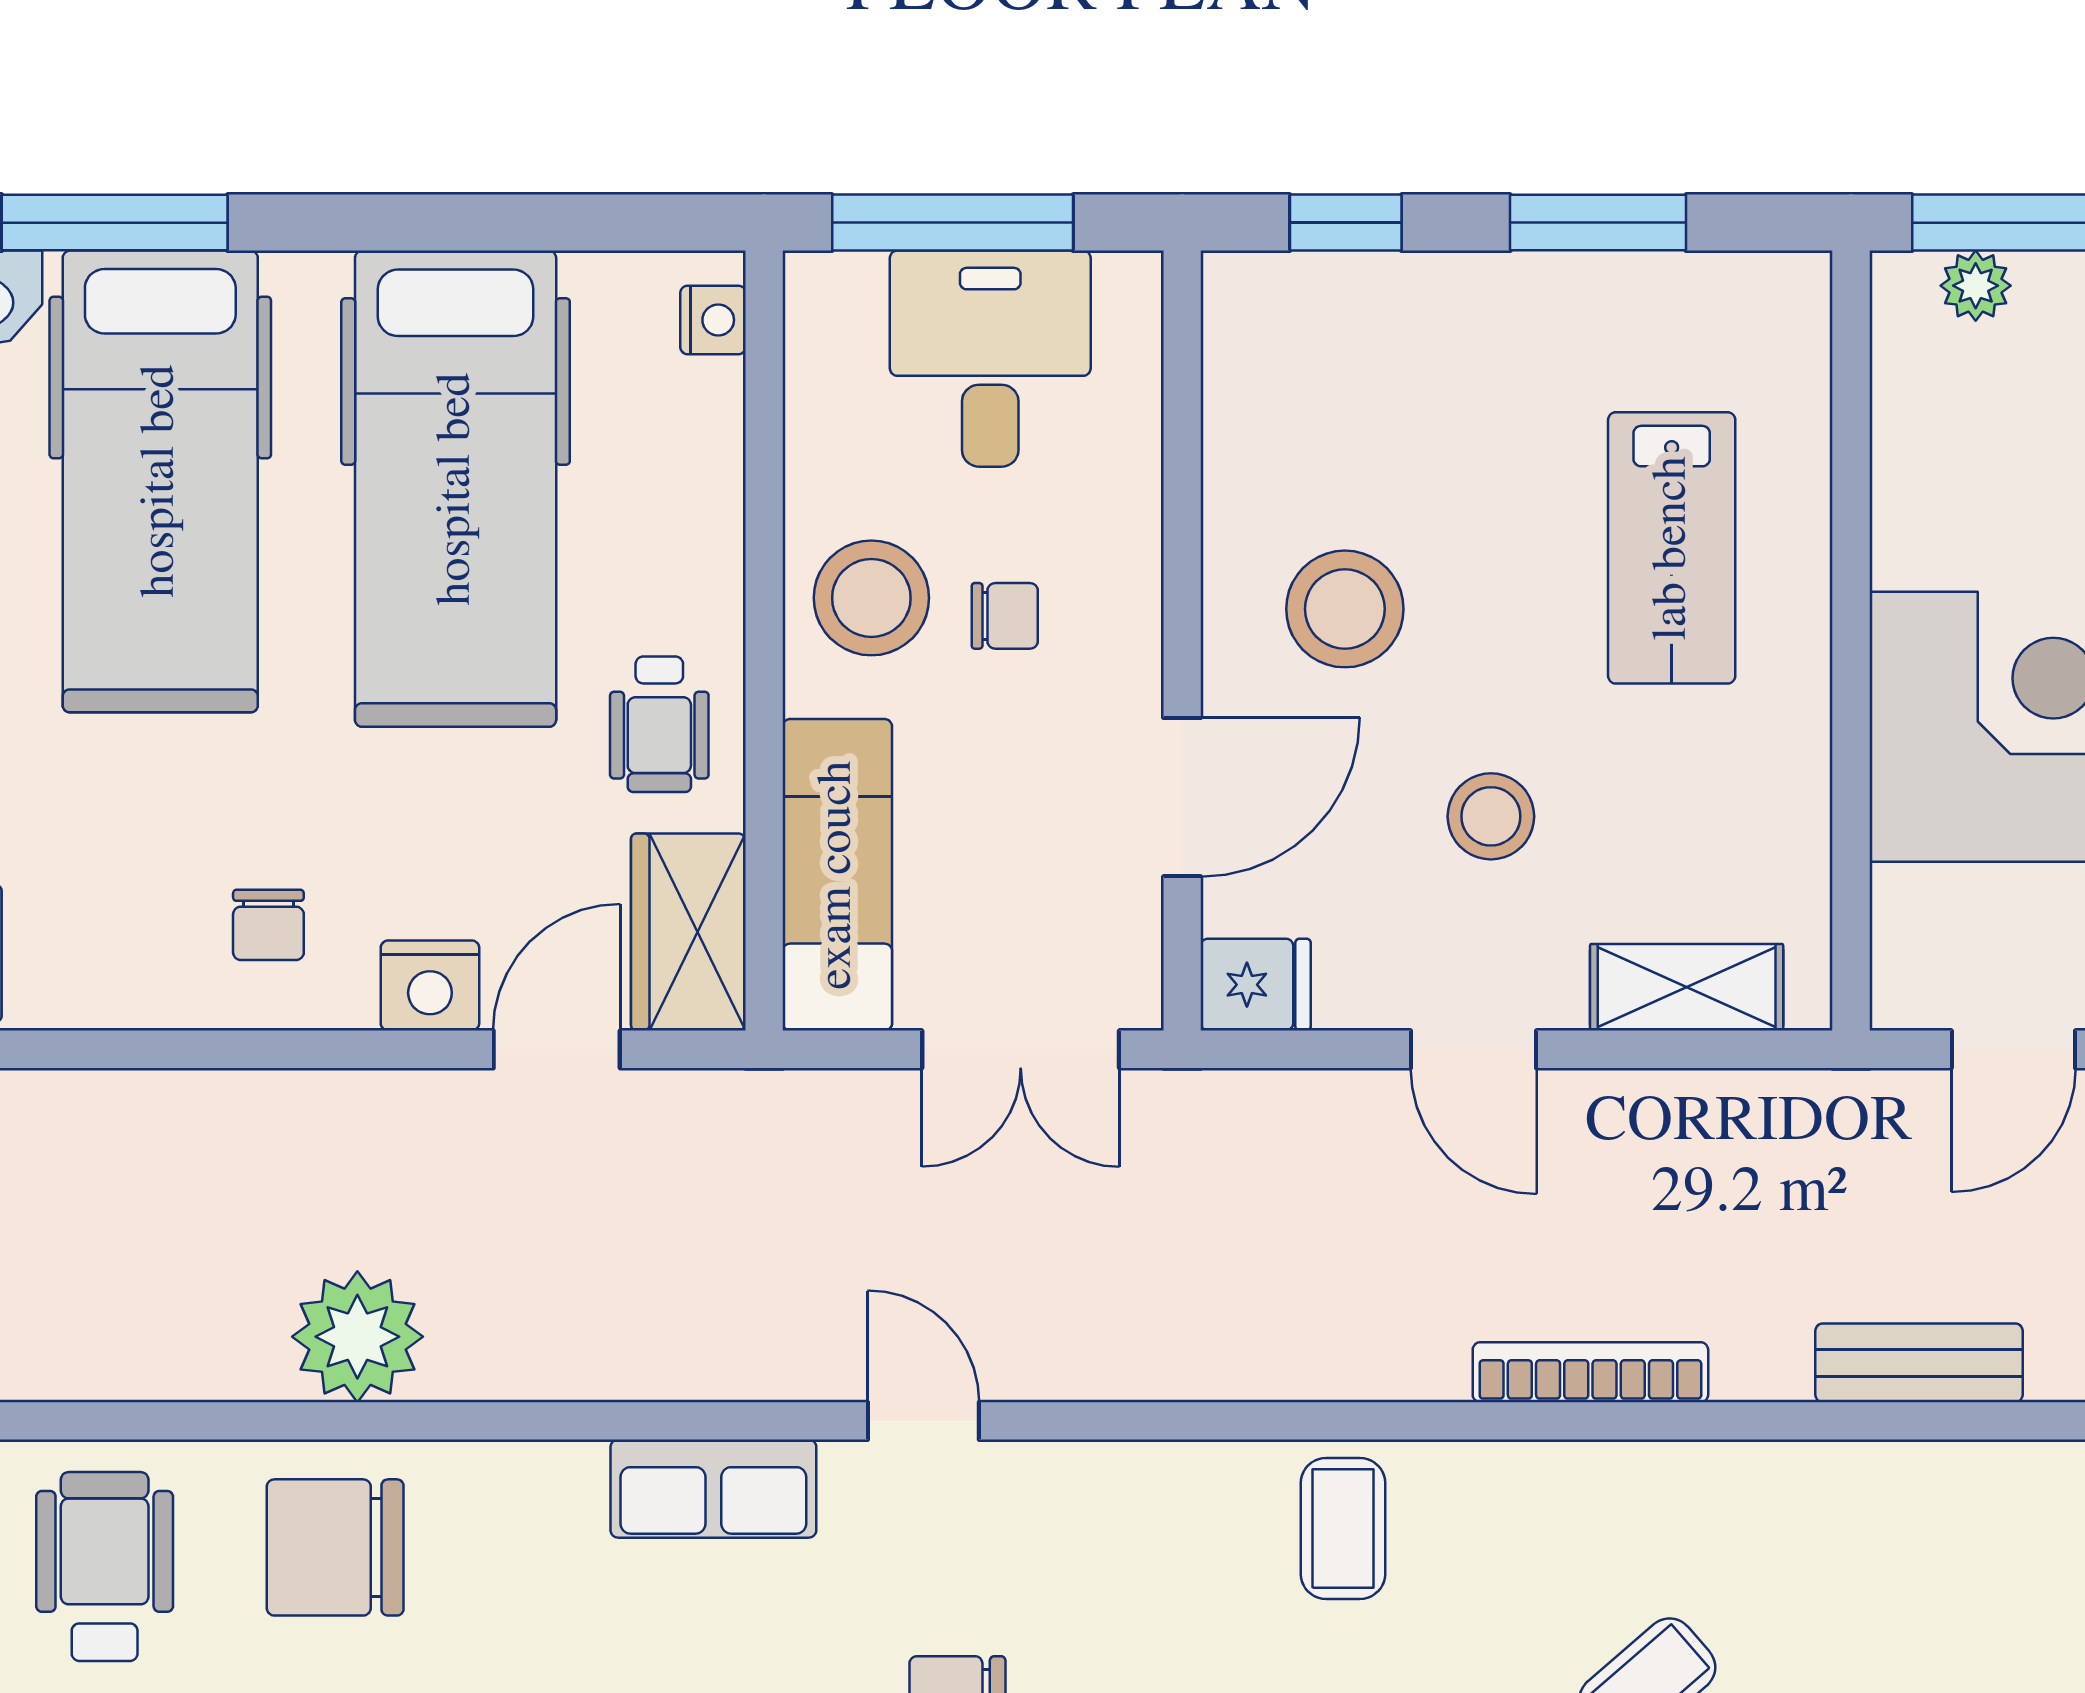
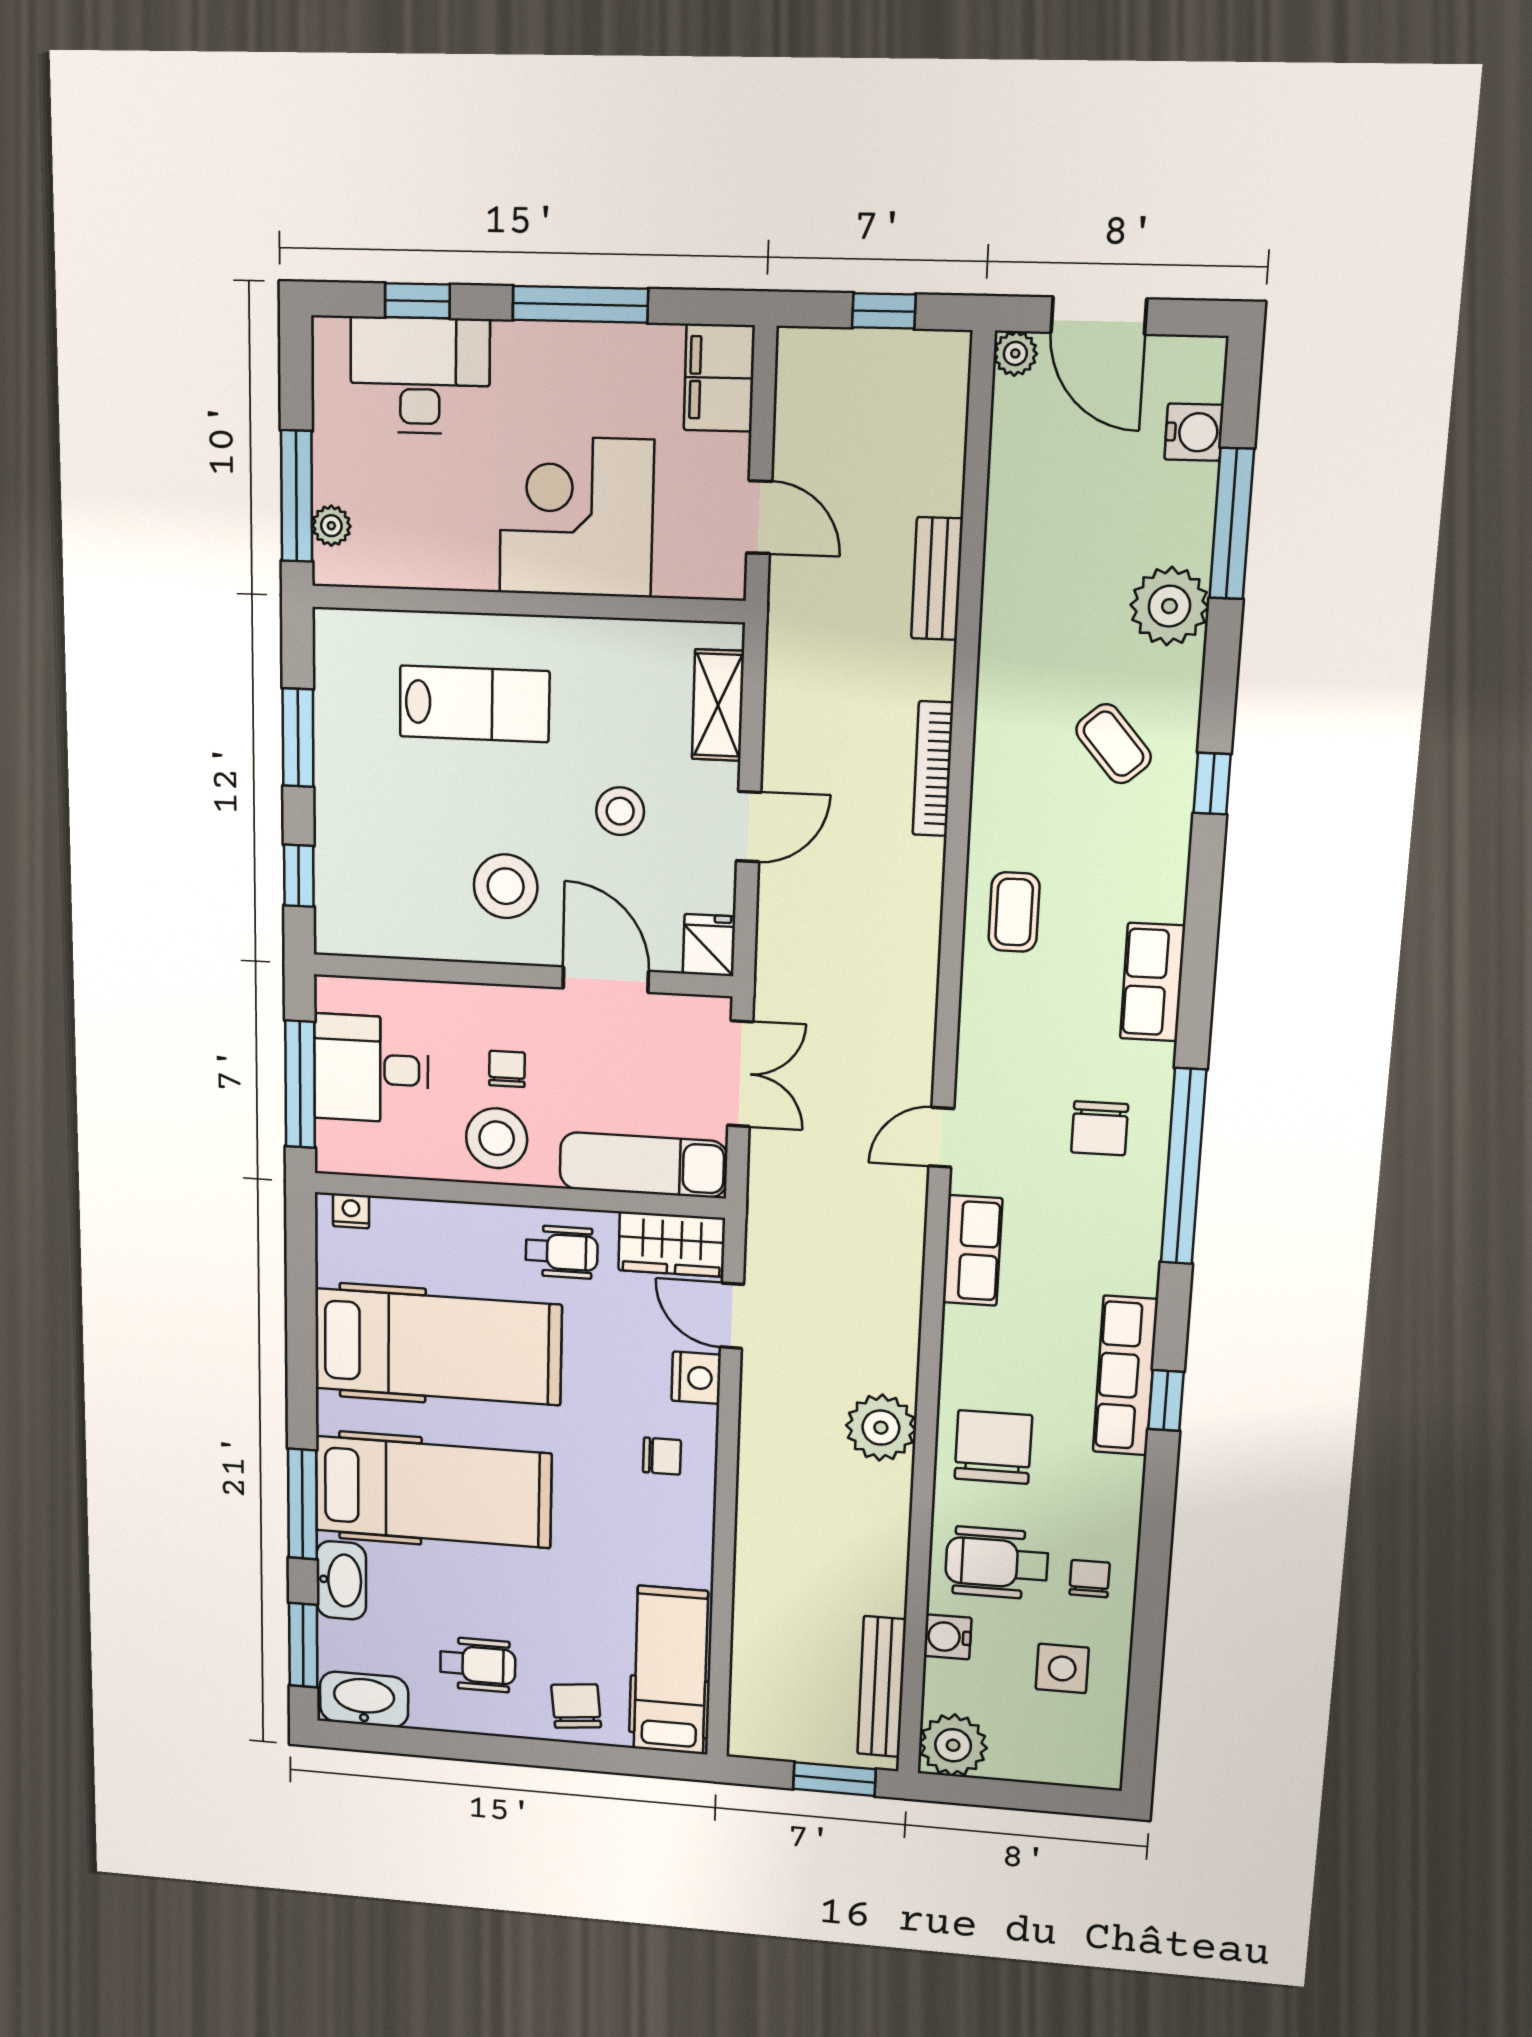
coffee table: (1343, 1528) -> (1014, 912), turned 90
chair: (335, 1547) -> (993, 1447), turned 180

